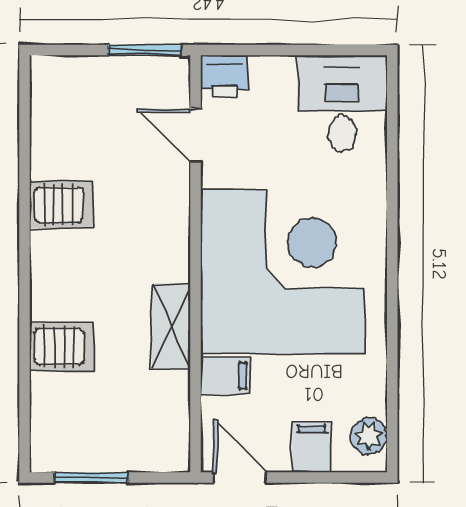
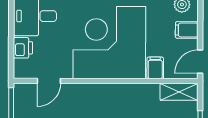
printer: (224, 76) -> (23, 48), moved
shelving: (171, 326) -> (179, 92), moved

